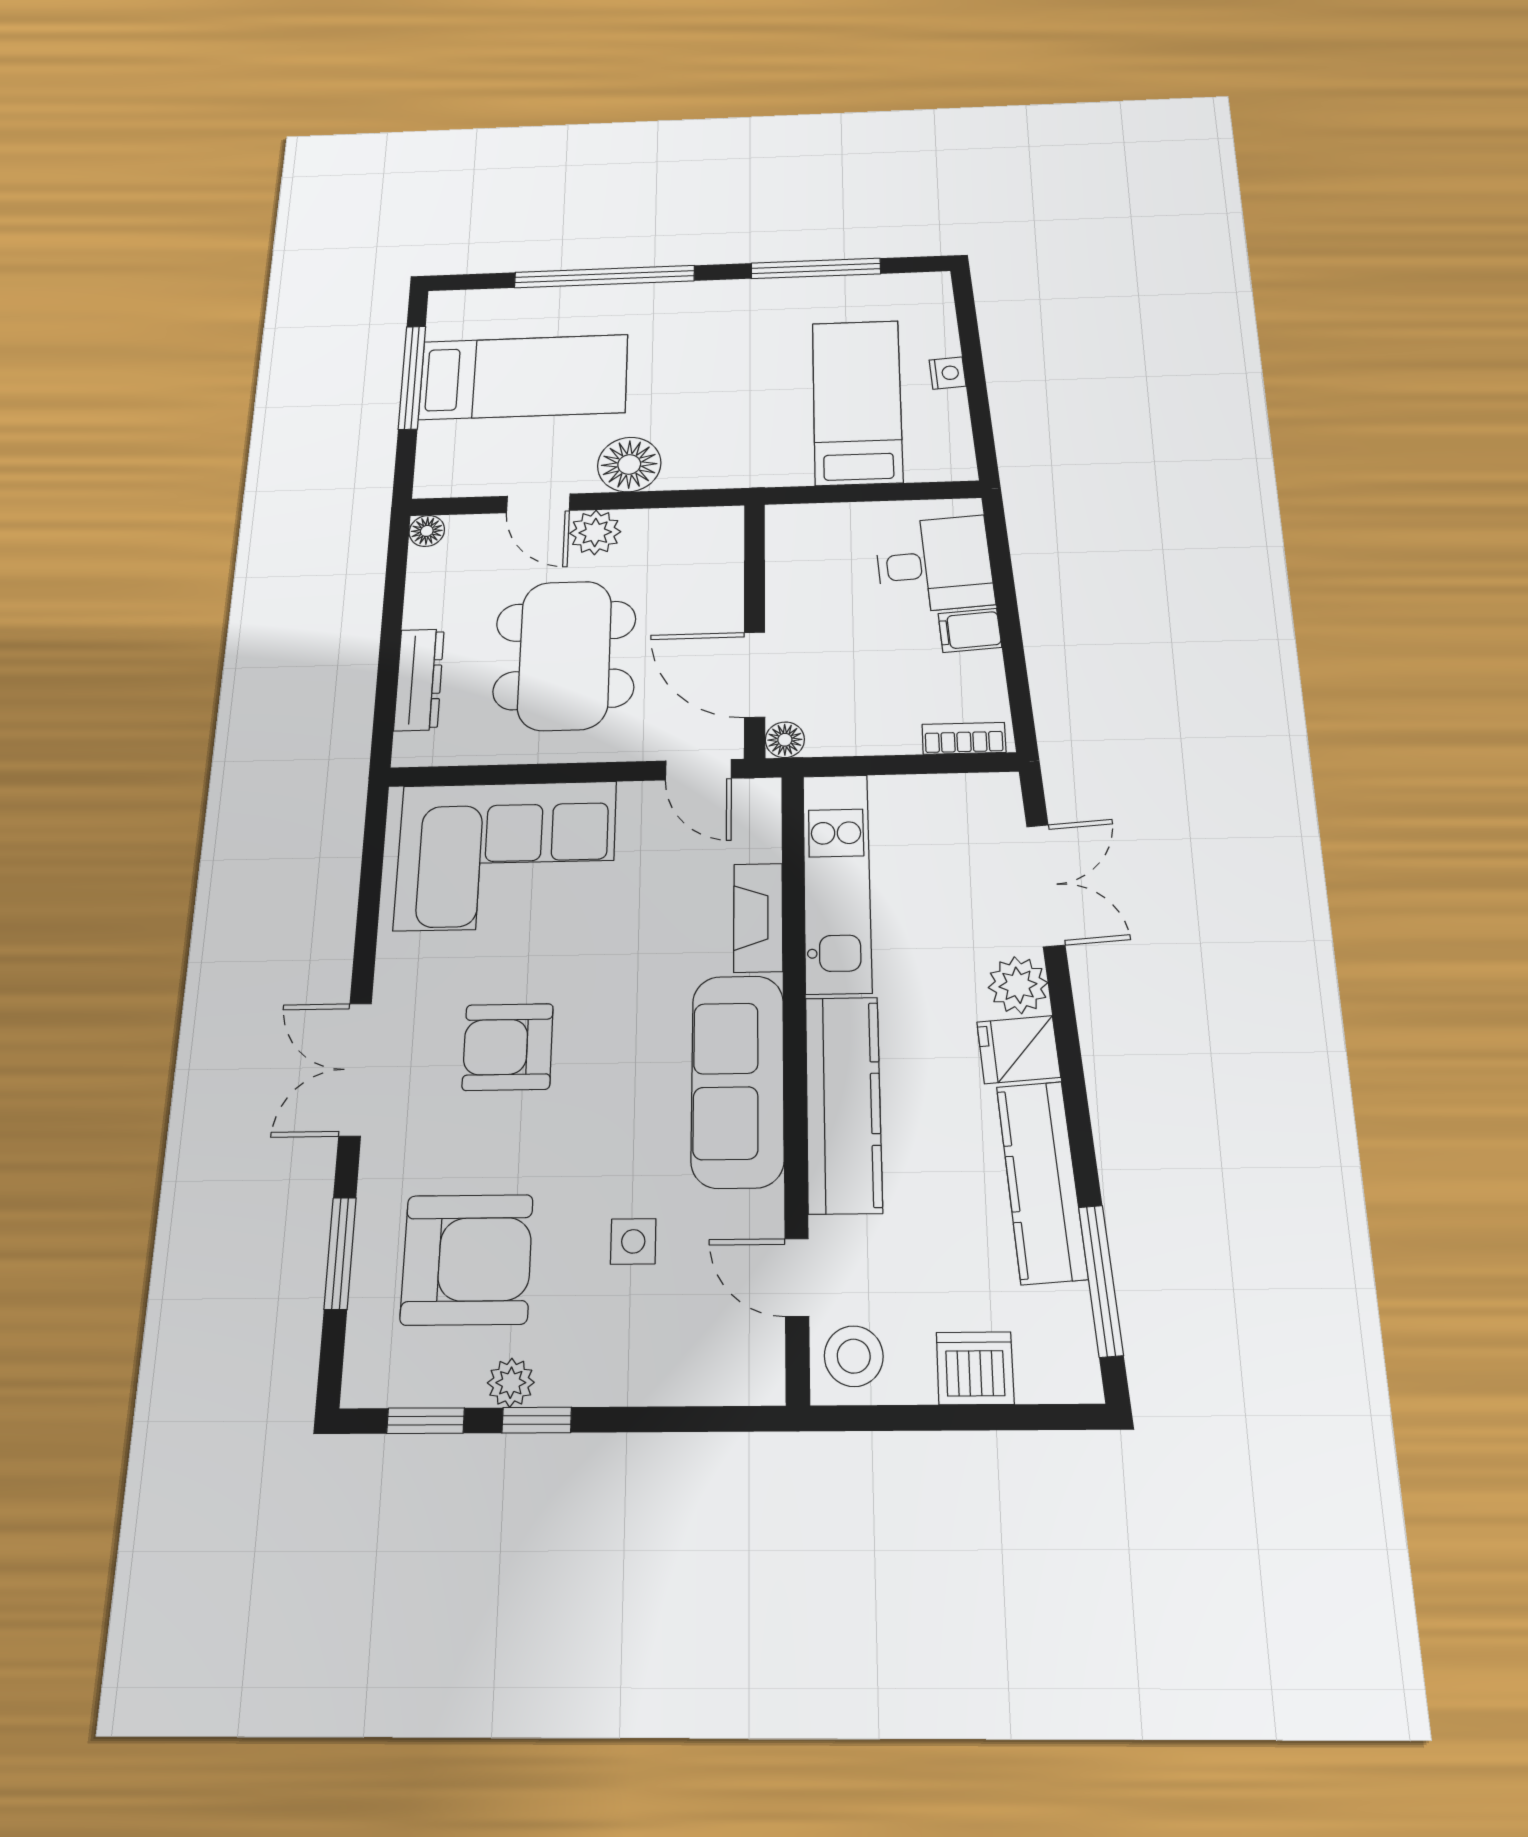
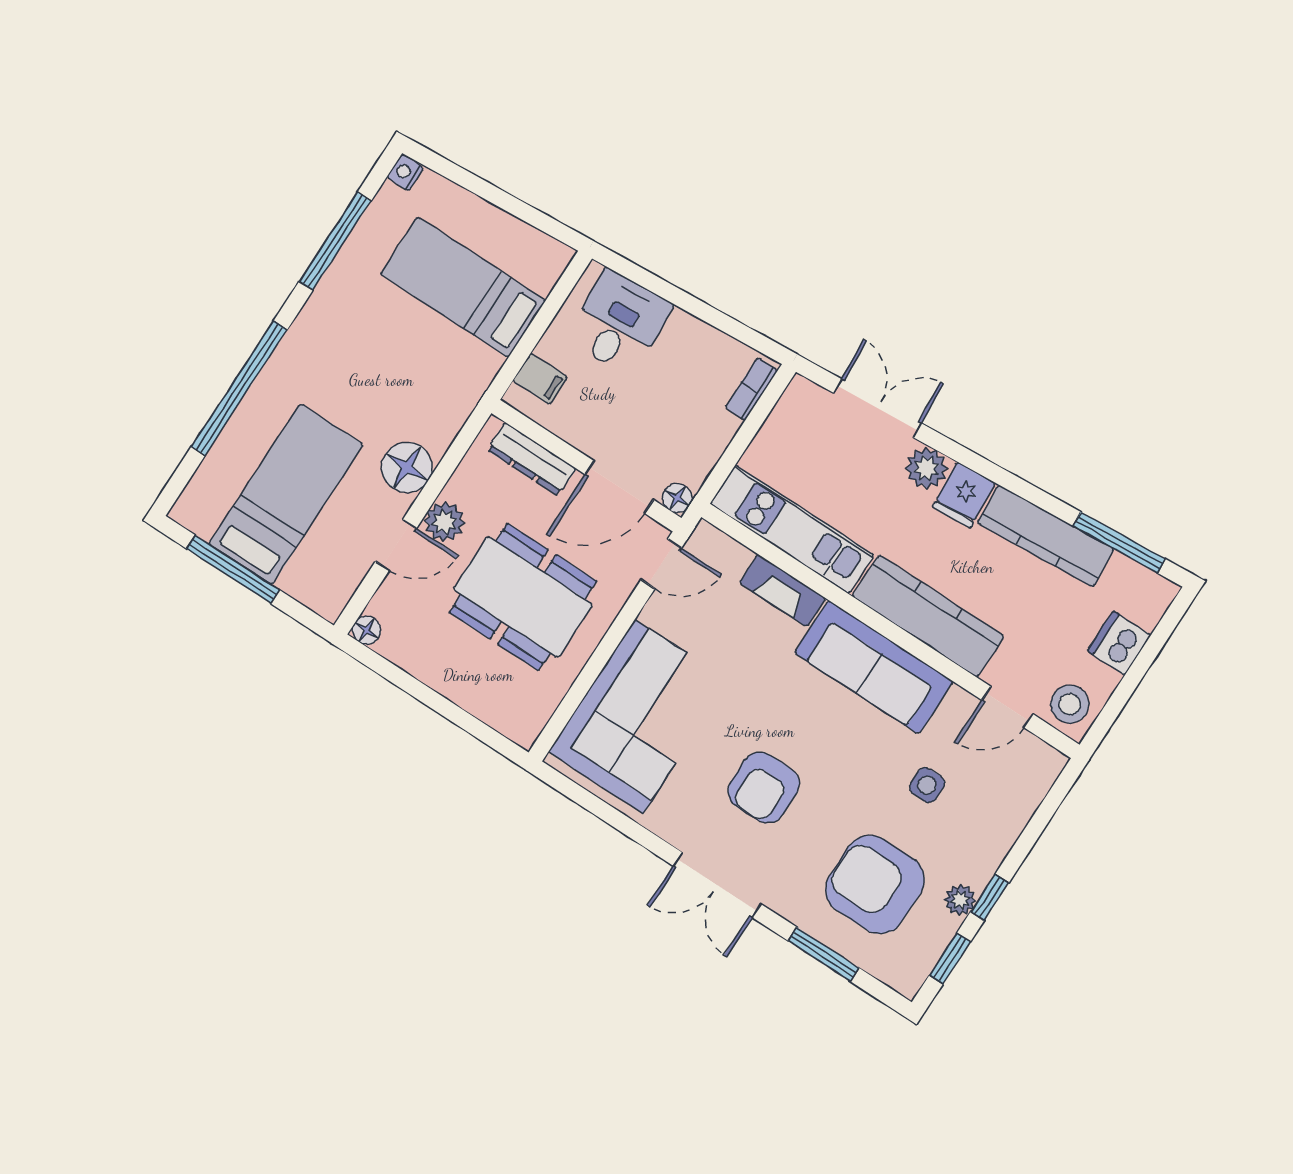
nightstand: (948, 373) -> (405, 172), moved, turned -86
filing cabinet: (970, 630) -> (540, 379), moved, turned -86
dresser: (419, 680) -> (532, 459), moved, turned 180
armchair: (467, 1259) -> (875, 885), turned -90

